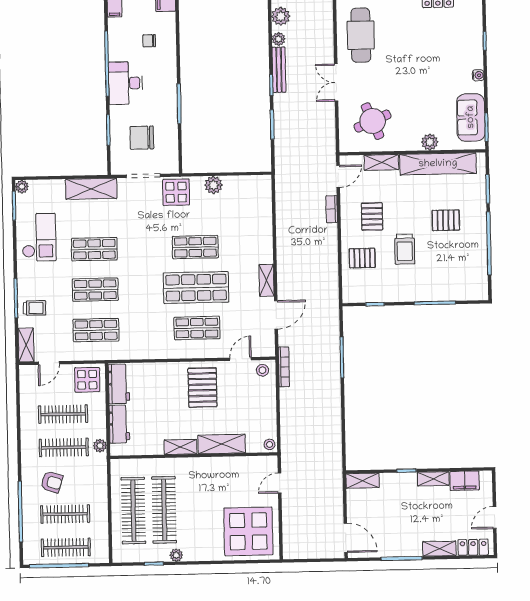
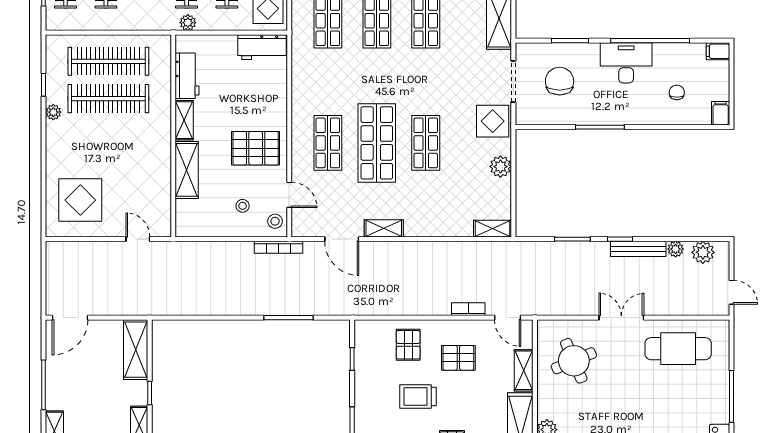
shelving: (265, 191) -> (492, 229), added
workbench: (119, 424) -> (187, 76), moved, turned -90
stool: (270, 444) -> (243, 206), moved
shelving: (363, 481) -> (136, 350), width x1.50, depth x1.33
display table: (248, 531) -> (80, 200), width x0.73, depth x0.73

